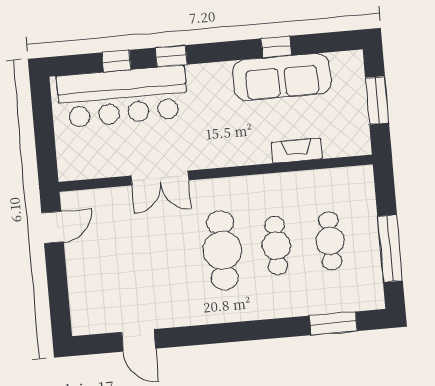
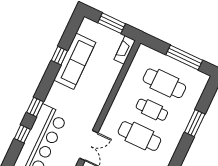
fireplace: (297, 151) -> (125, 50), moved
cafe table: (330, 241) -> (164, 83), width x1.37, depth x1.35
window: (333, 323) -> (195, 123), moved

